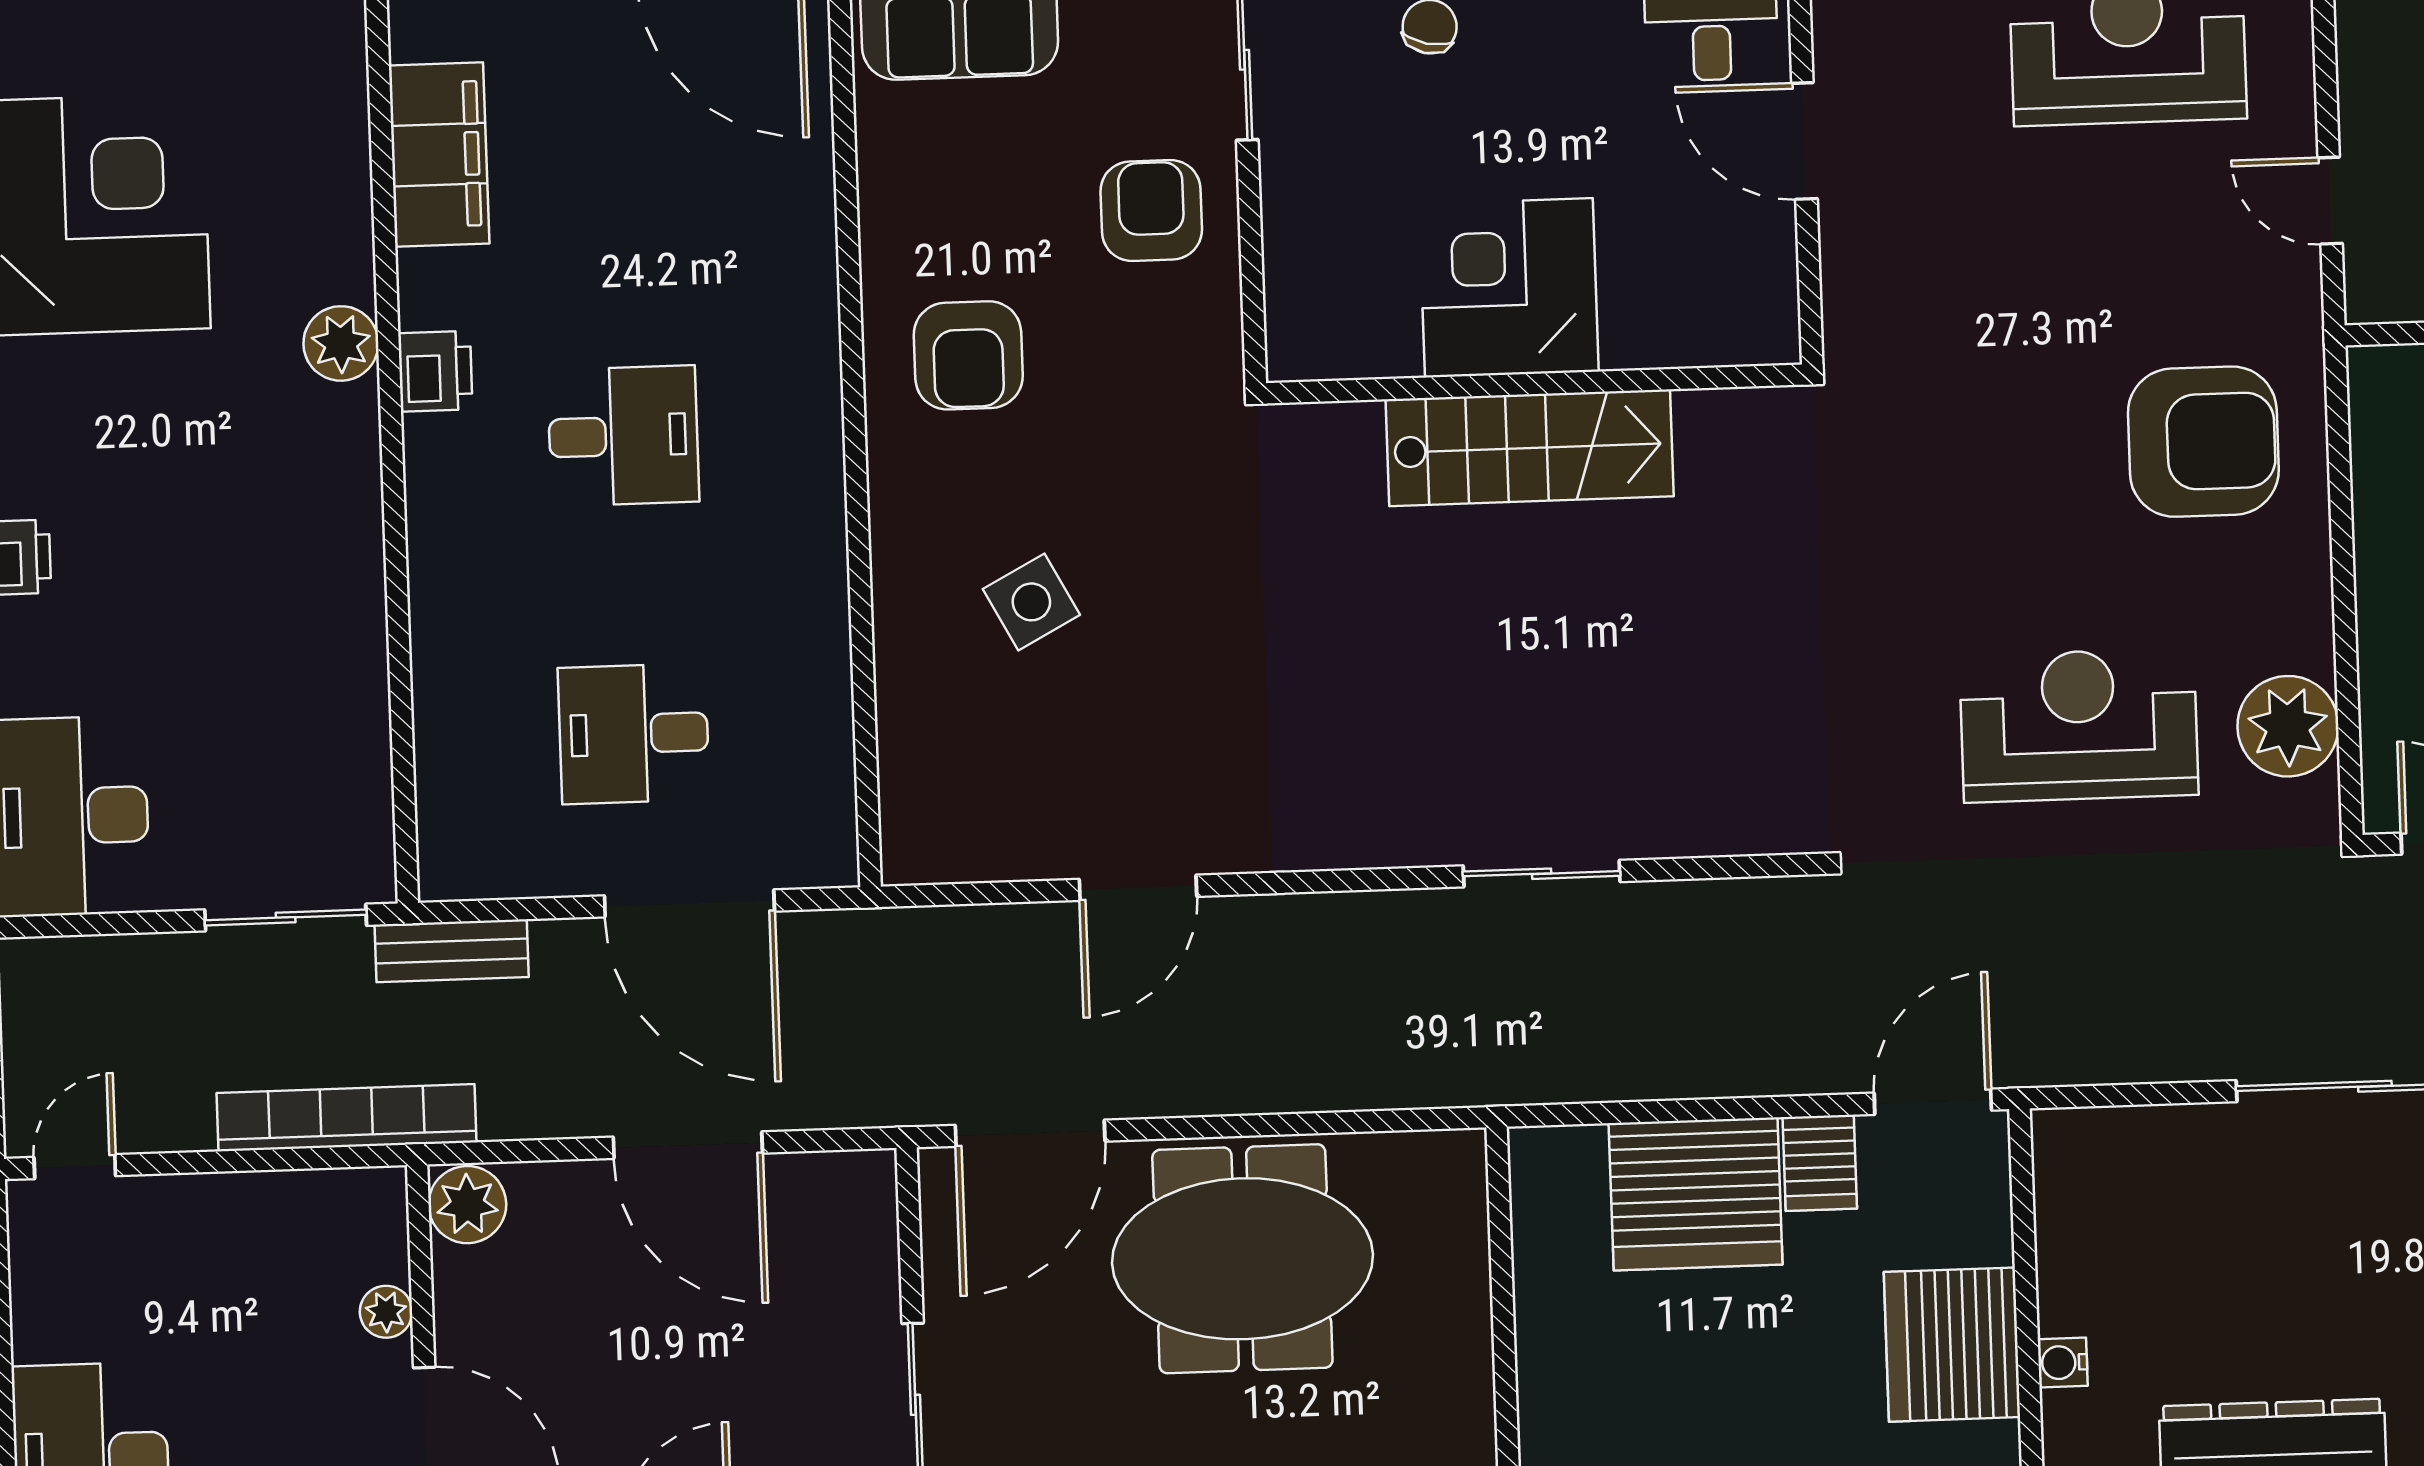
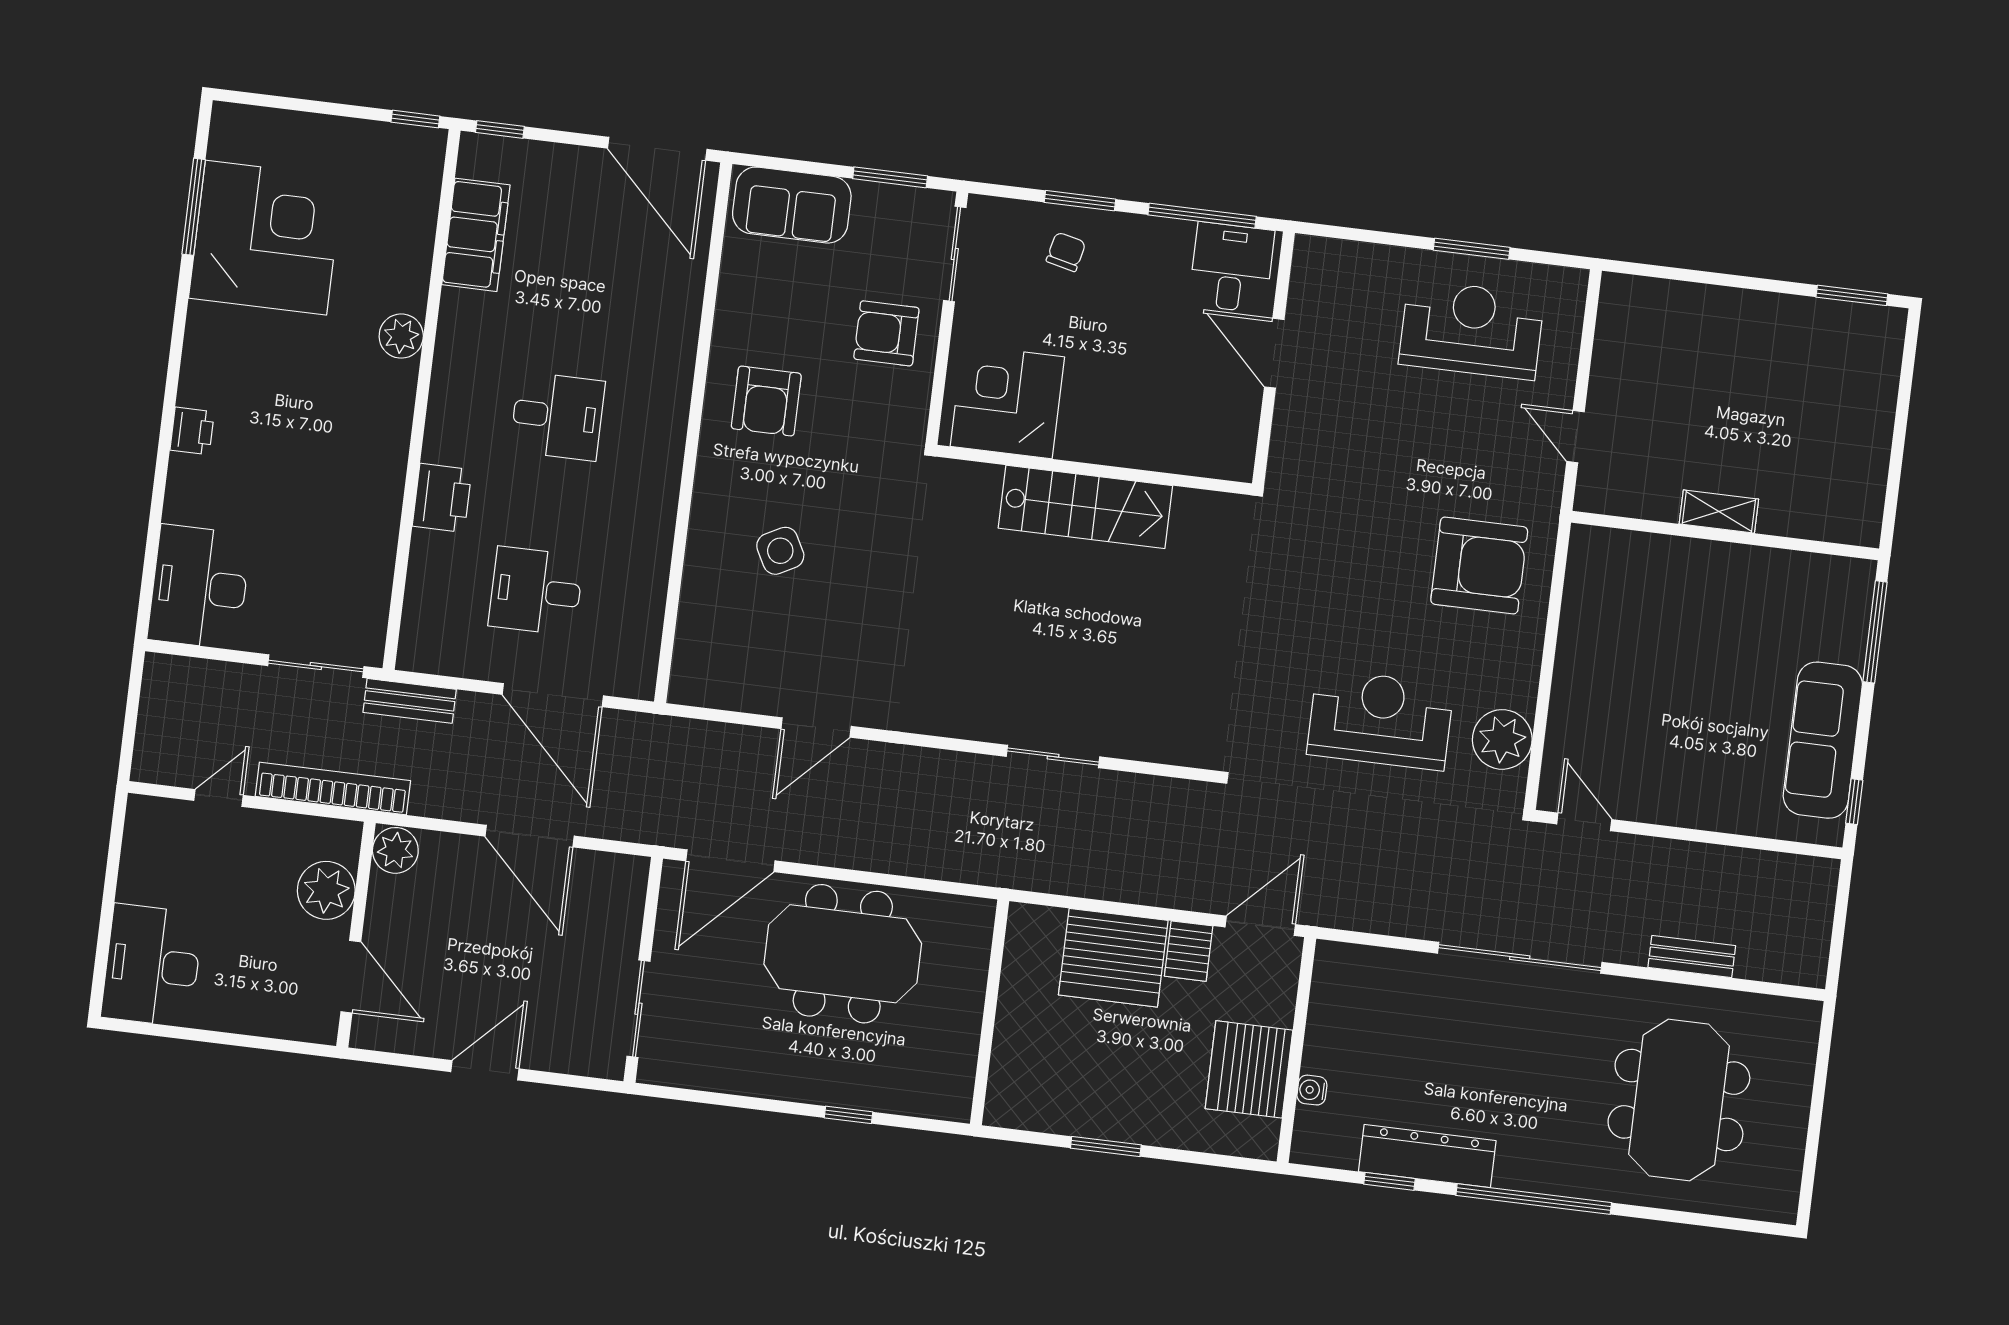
armchair: (1151, 210) -> (886, 333), turned -90
corner desk: (1509, 288) -> (1007, 402), moved
printer: (435, 371) -> (442, 498), moved, width x1.36, depth x1.24
door: (75, 1167) -> (218, 798), moved
plant: (386, 1312) -> (326, 890), width x1.88, depth x1.88

